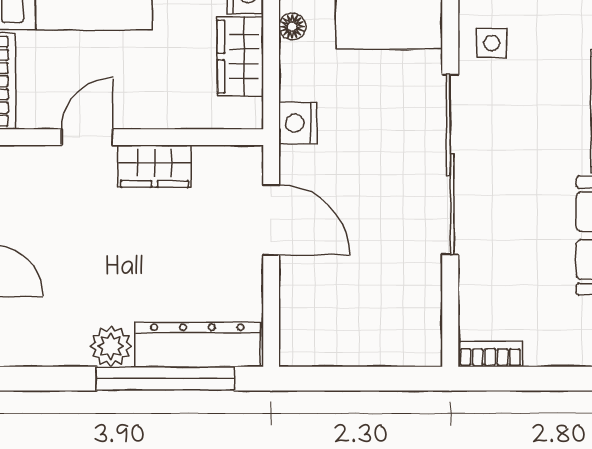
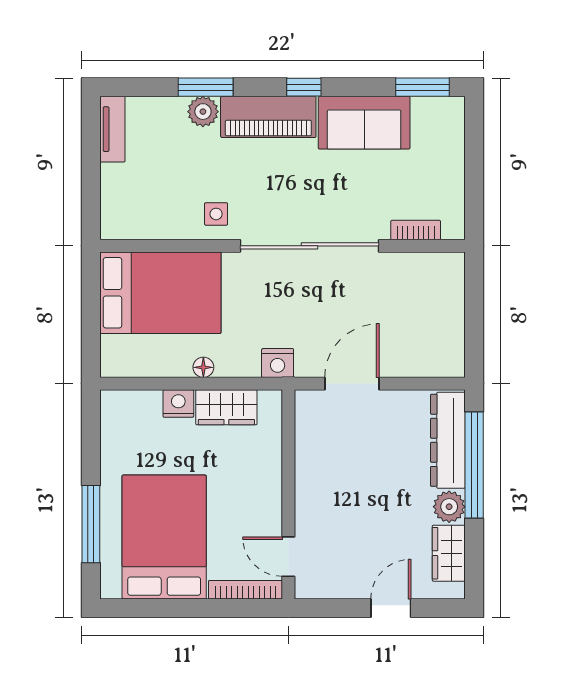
door: (87, 137) -> (288, 557), moved
wardrobe: (155, 166) -> (449, 553), moved, turned 180
bookcase: (490, 354) -> (416, 230), moved, turned 90

